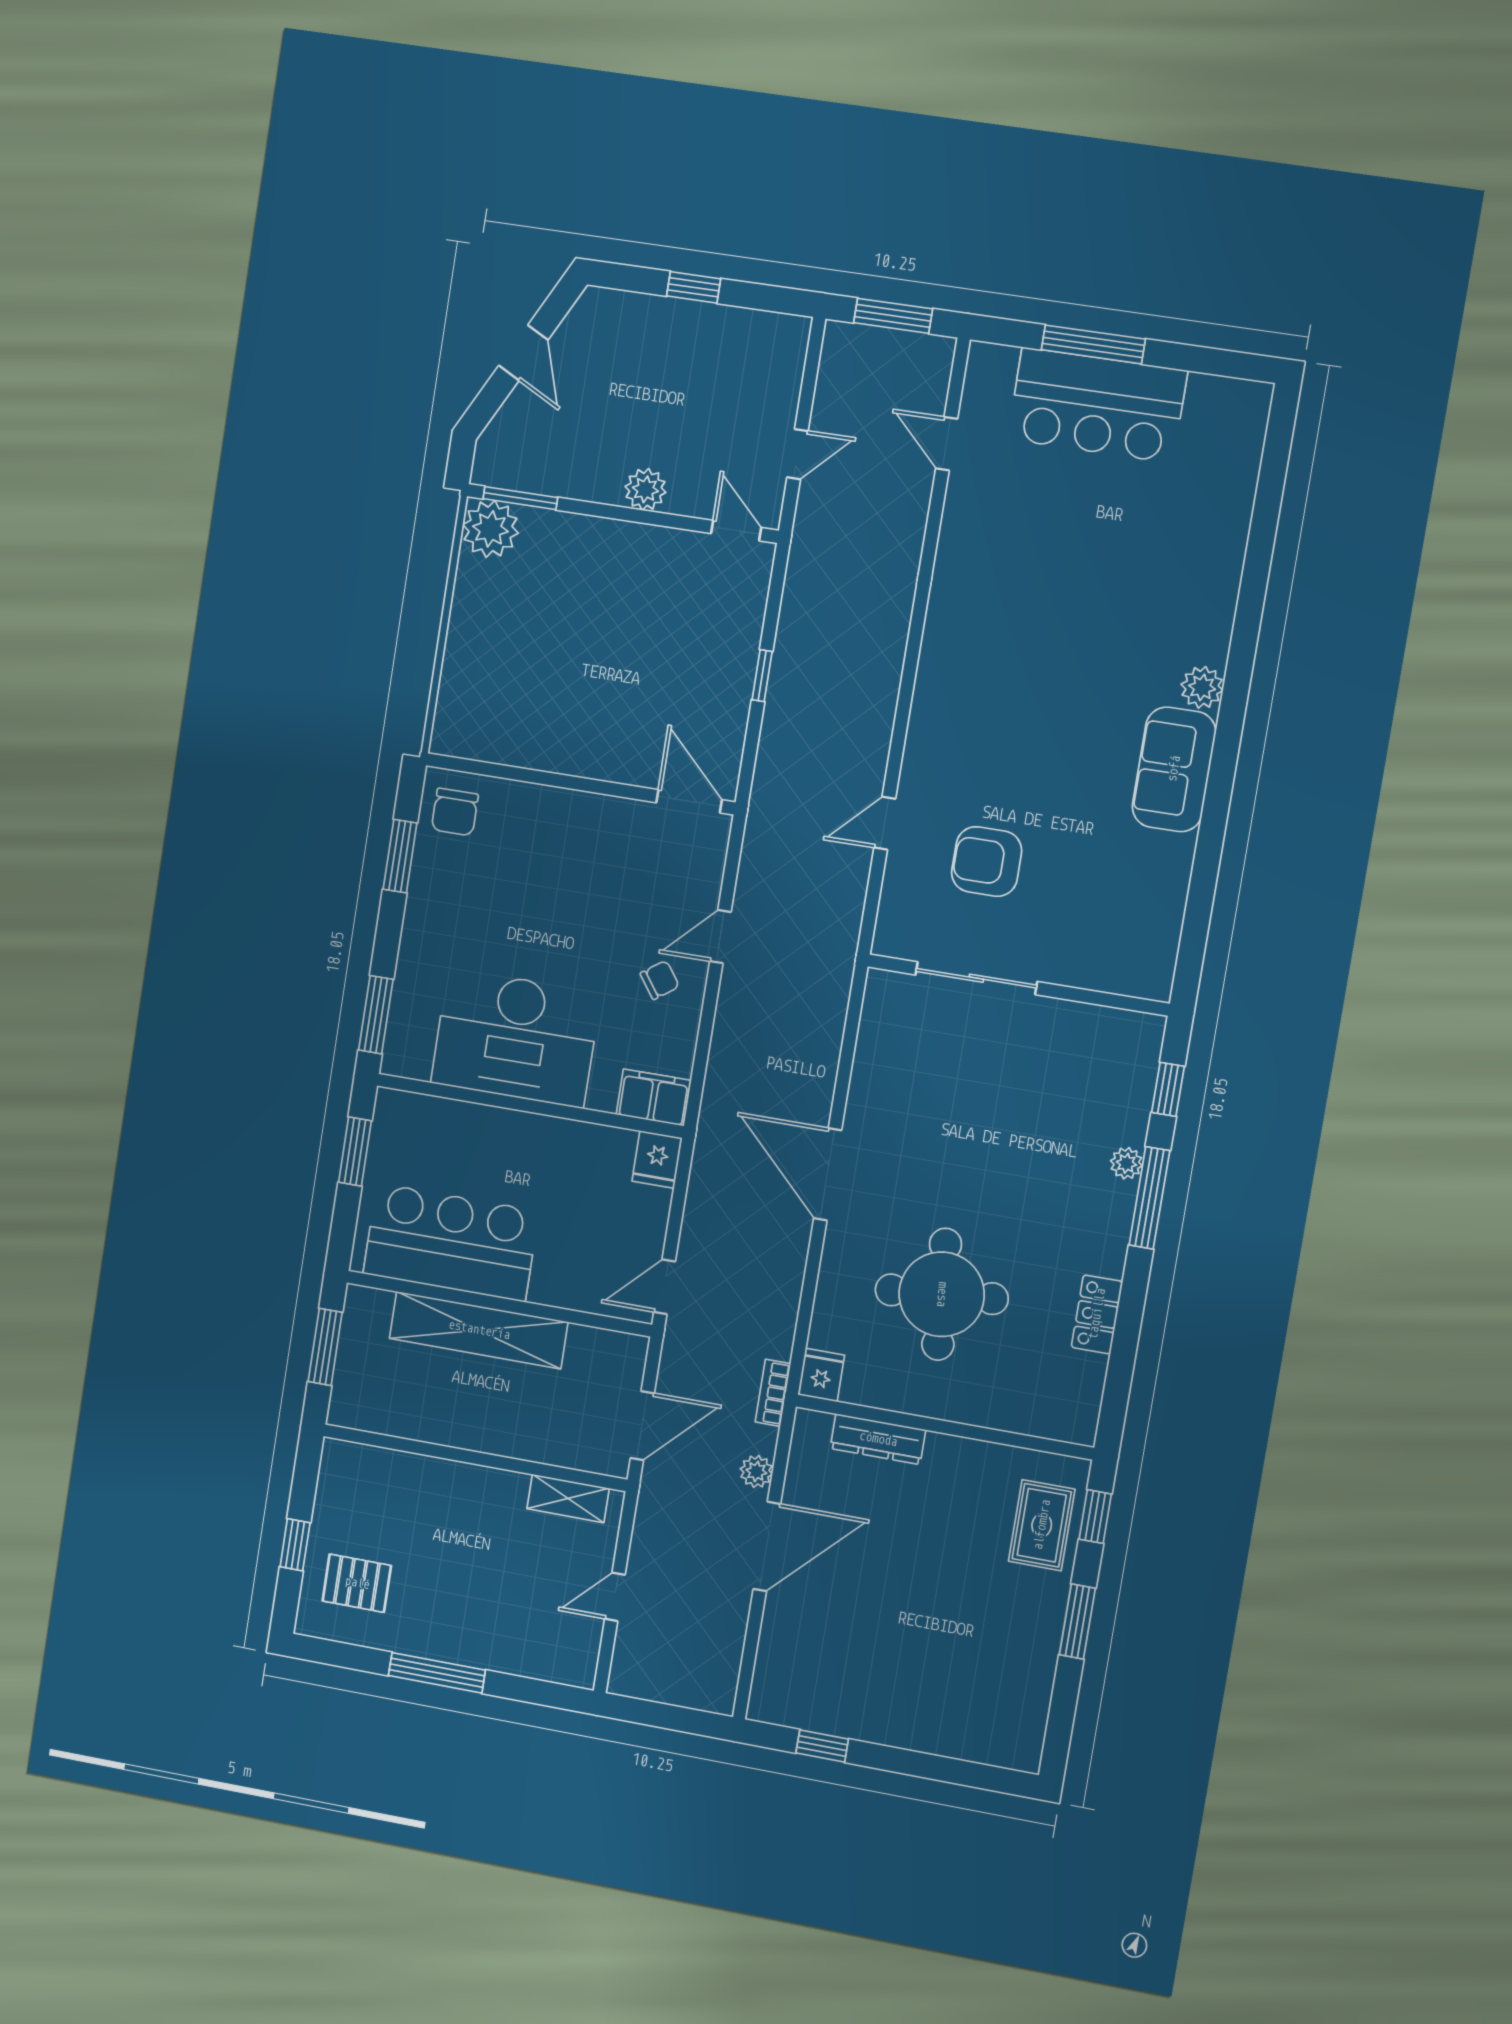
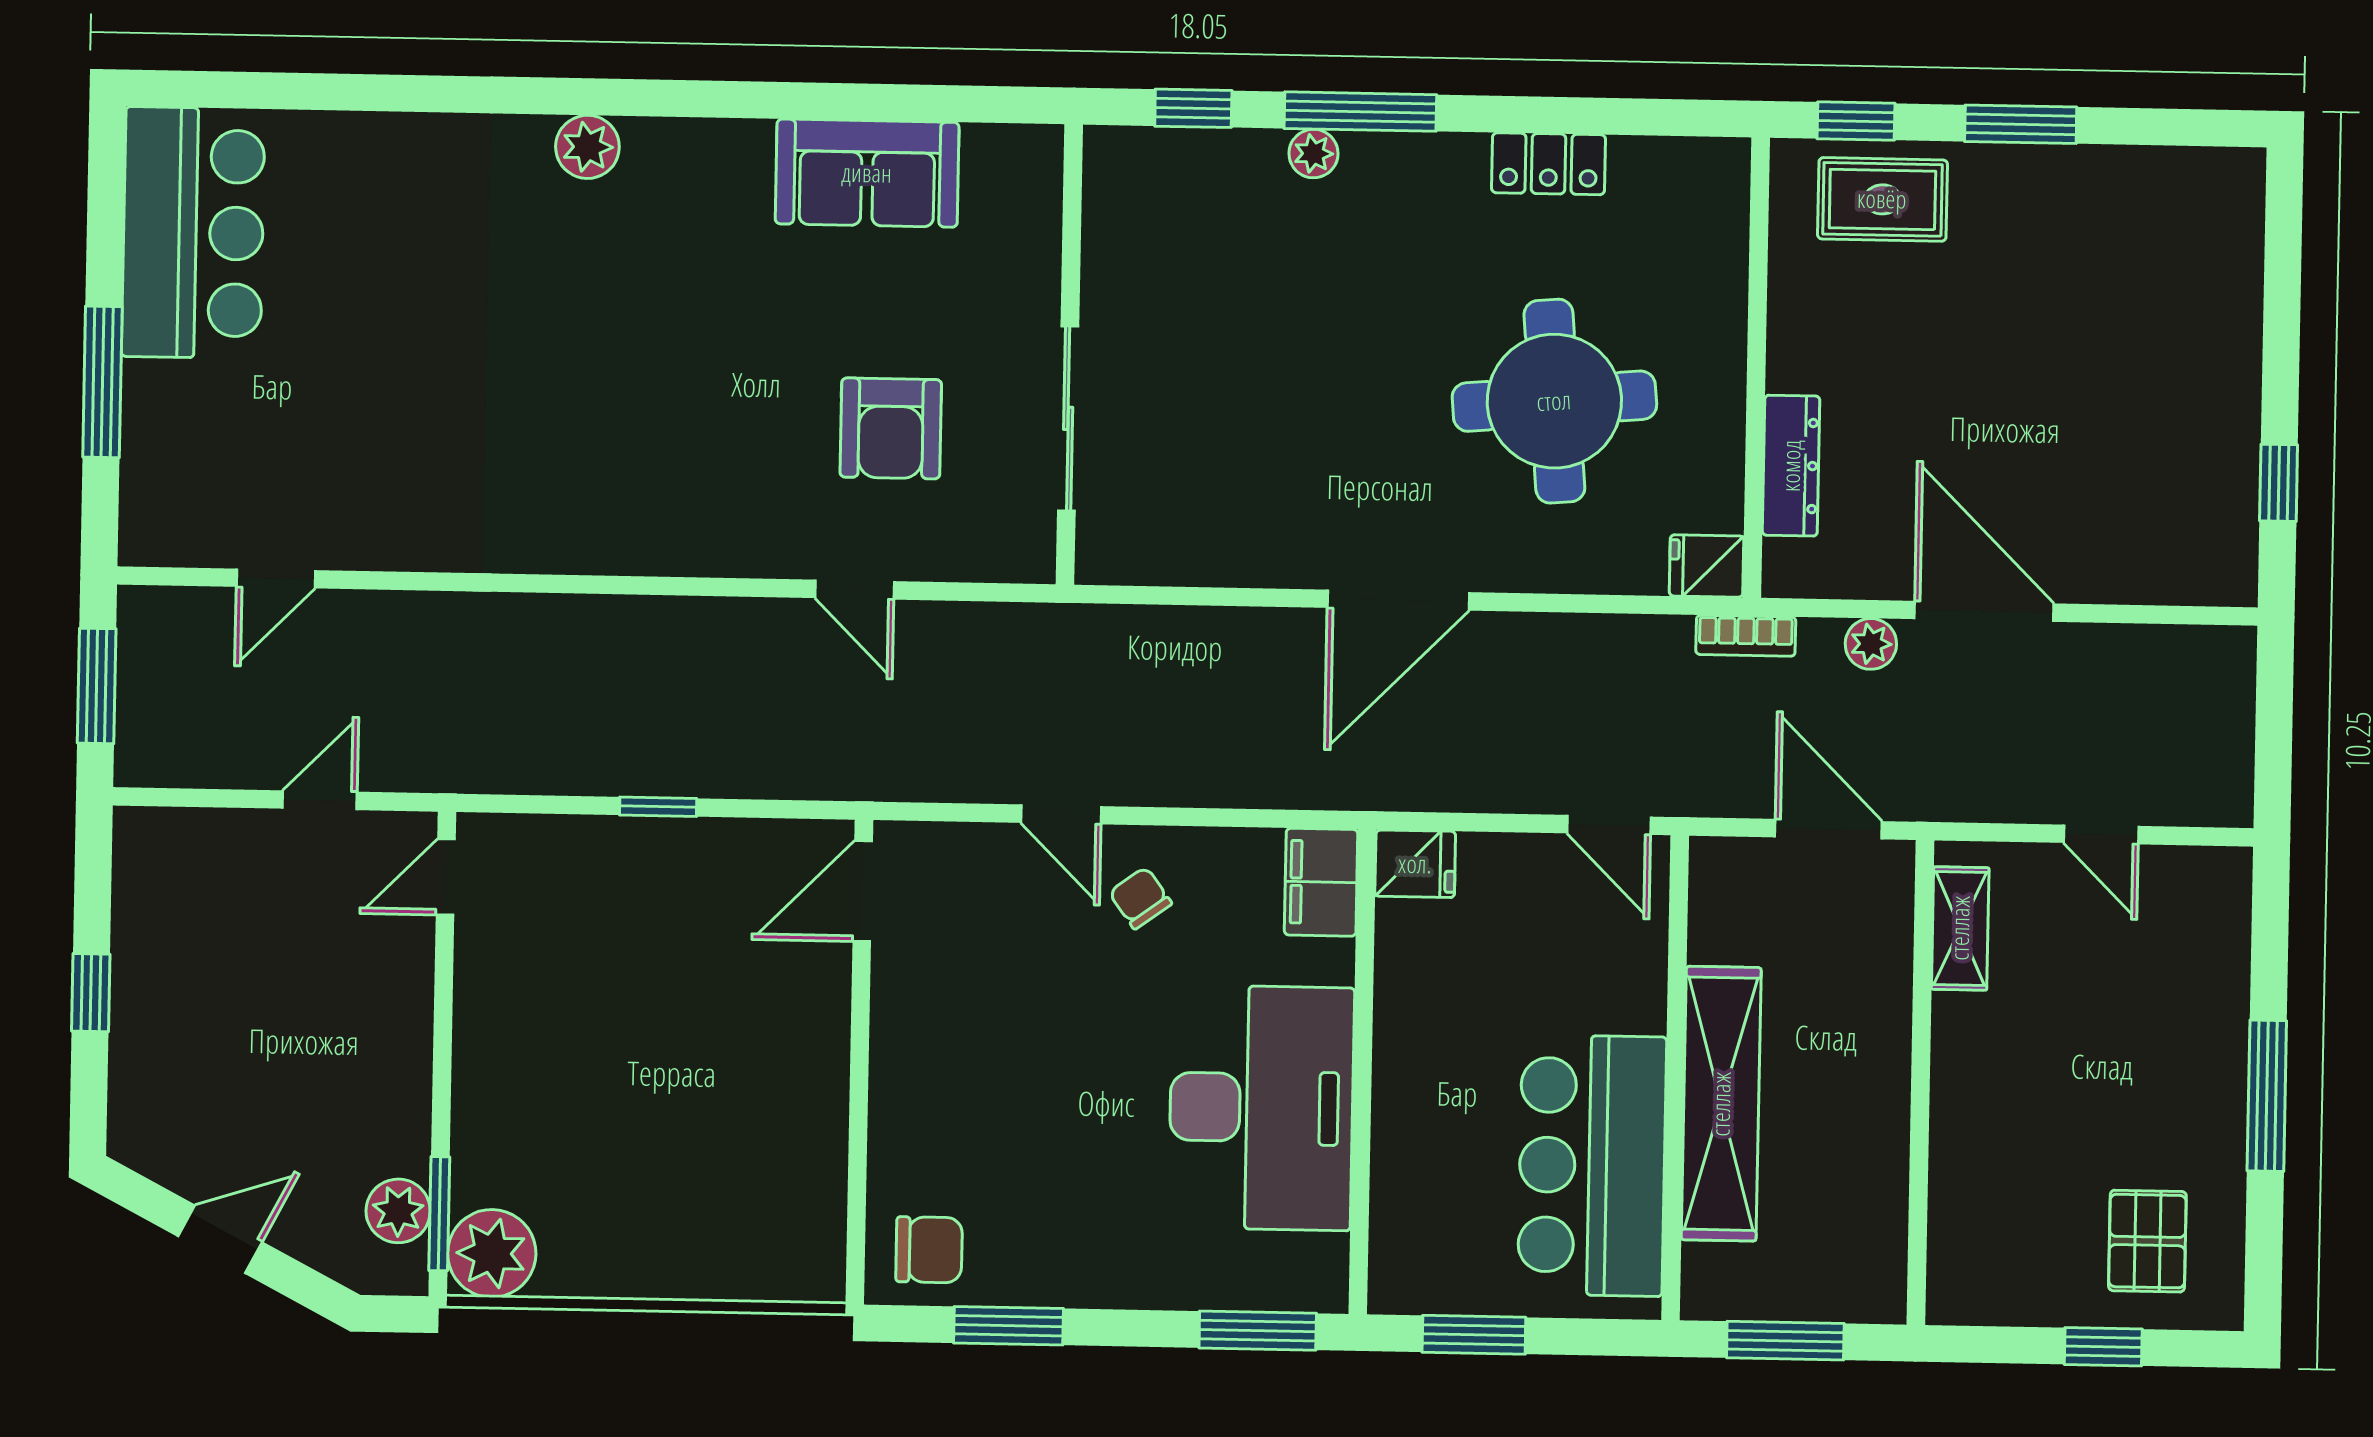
bar counter: (1097, 405) -> (193, 233), moved
door: (797, 454) -> (320, 800), hinge flipped
plant: (645, 489) -> (398, 1211), moved
sofa: (1174, 769) -> (867, 173), moved

